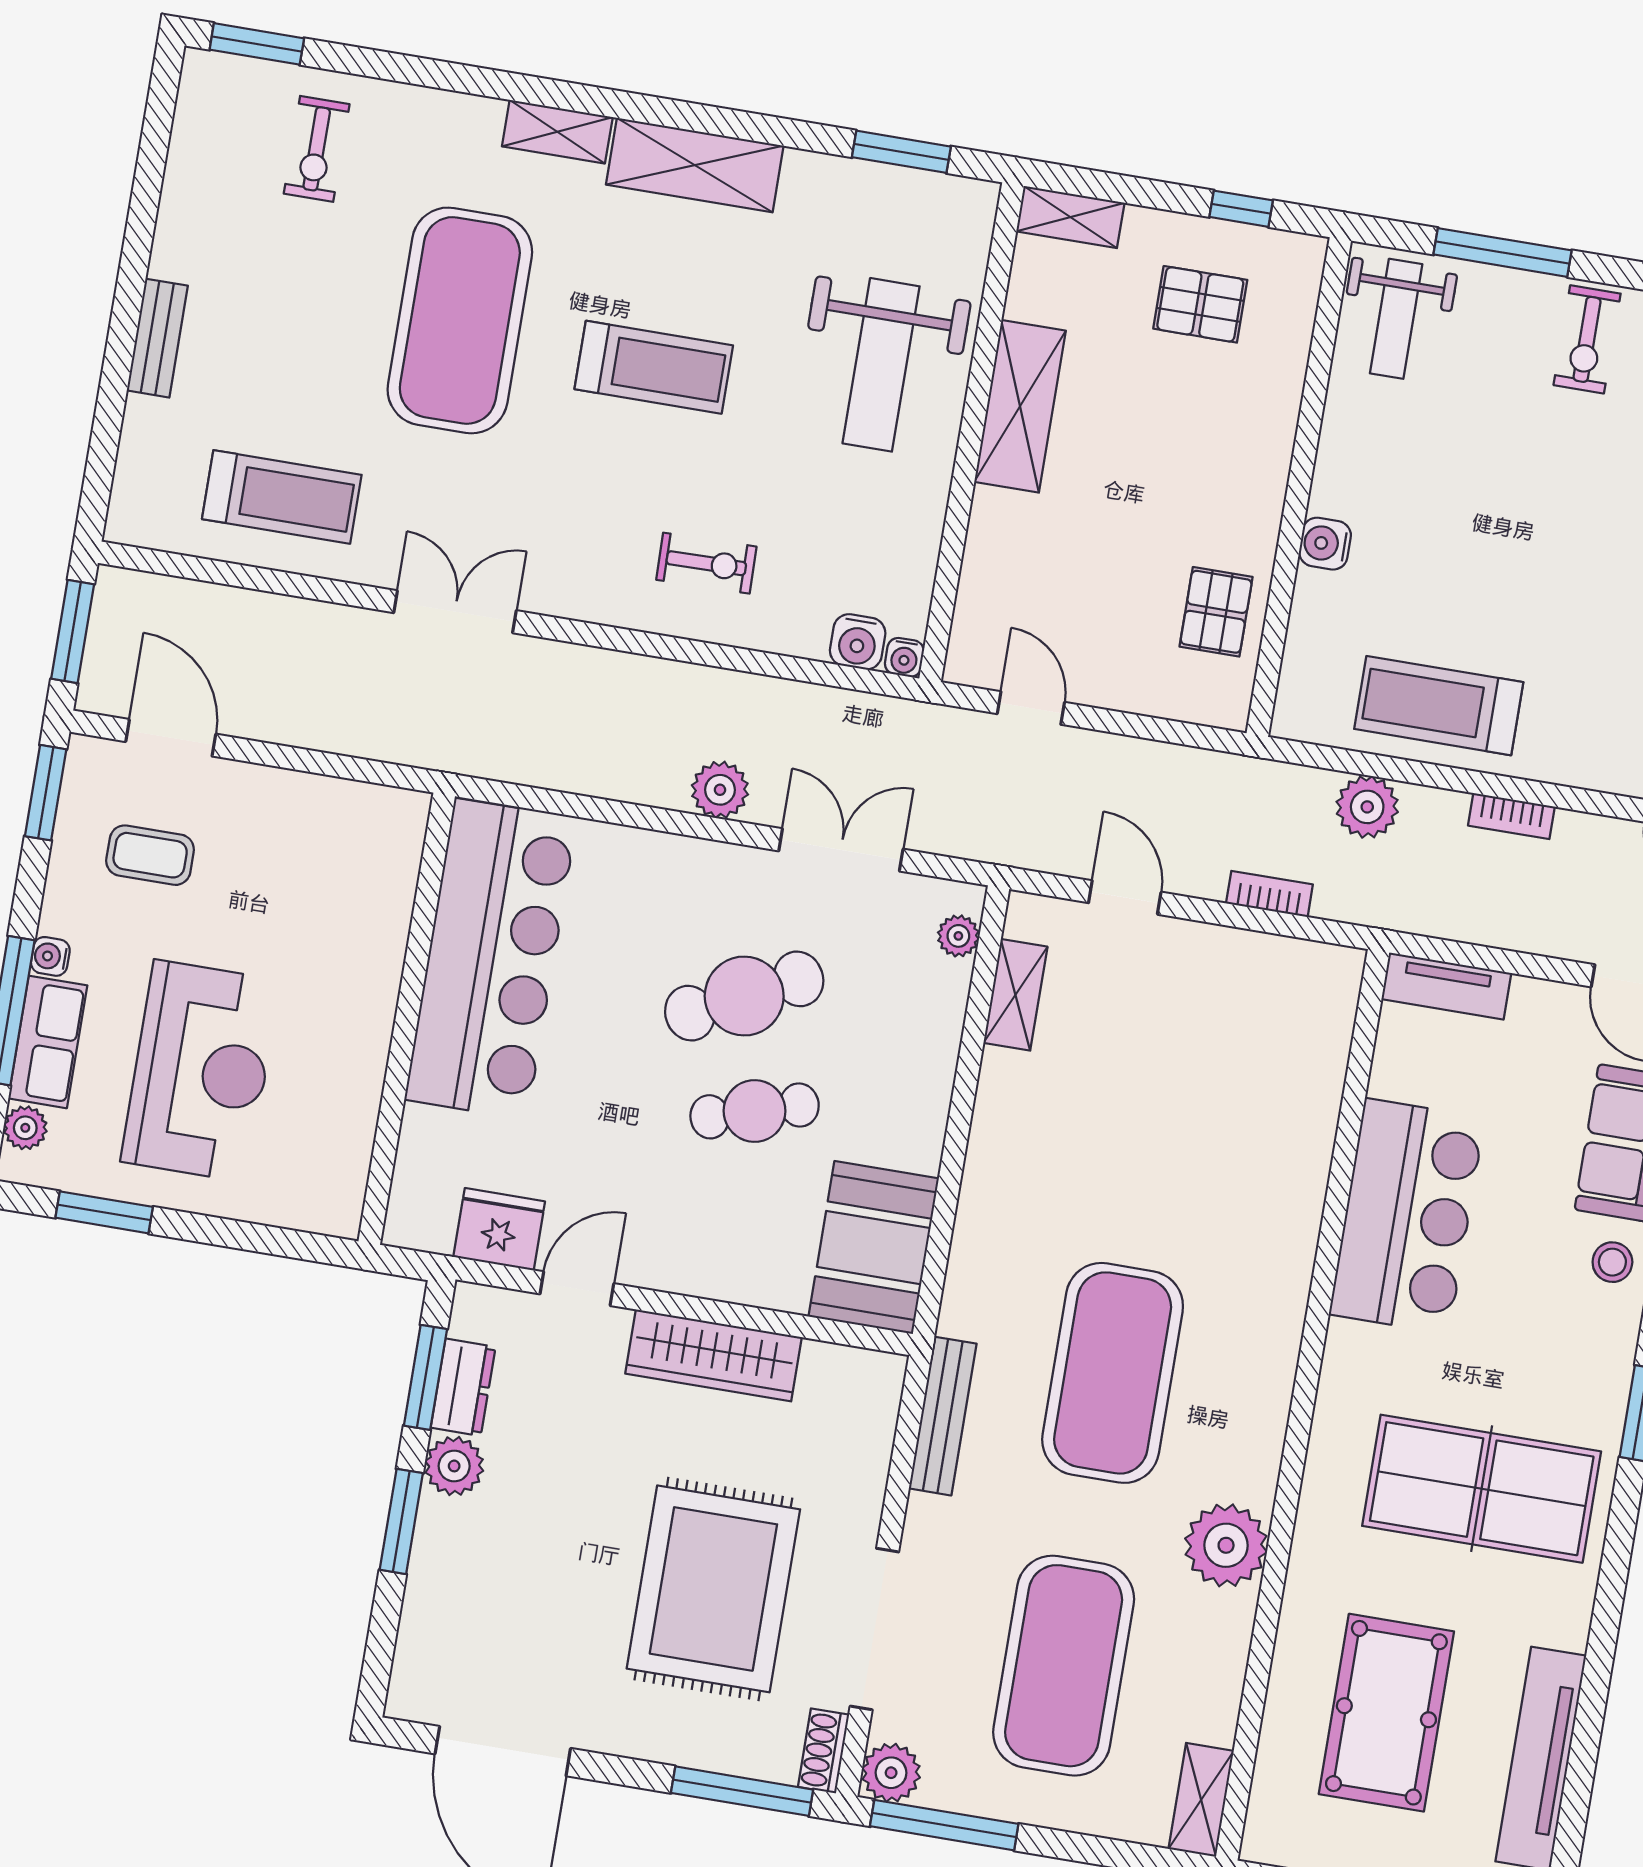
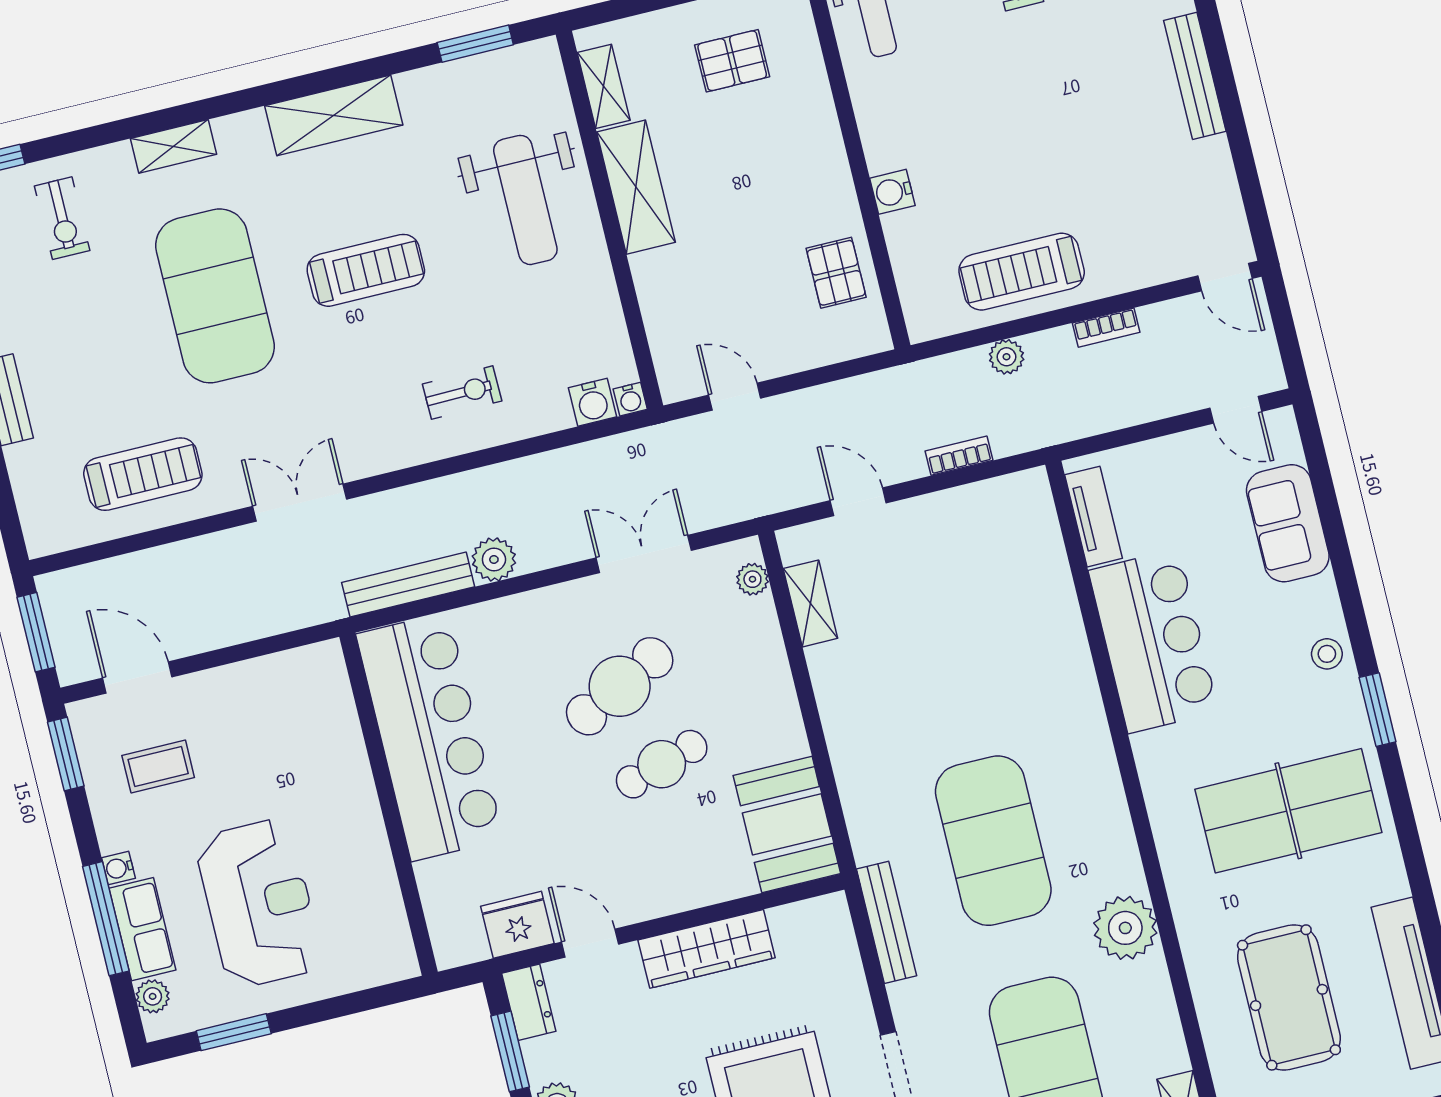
shelving: (557, 132) -> (173, 146), moved
shelving: (1070, 217) -> (604, 86), moved, turned 90
bench: (543, 765) -> (408, 585), added
plant: (720, 790) -> (494, 559), moved
plant: (1367, 807) -> (1007, 357), width x0.73, depth x0.73
tv unit: (1446, 986) -> (1093, 517), moved, turned -90
stool: (1612, 1262) -> (1327, 654), moved
door: (577, 1289) -> (590, 943), hinge flipped
dresser: (463, 1387) -> (529, 1002), moved

